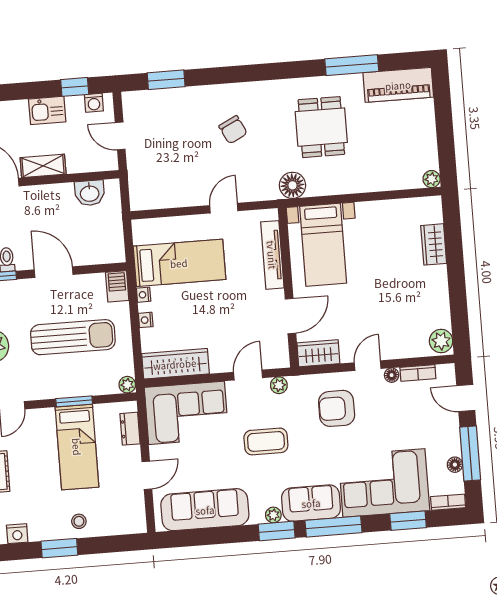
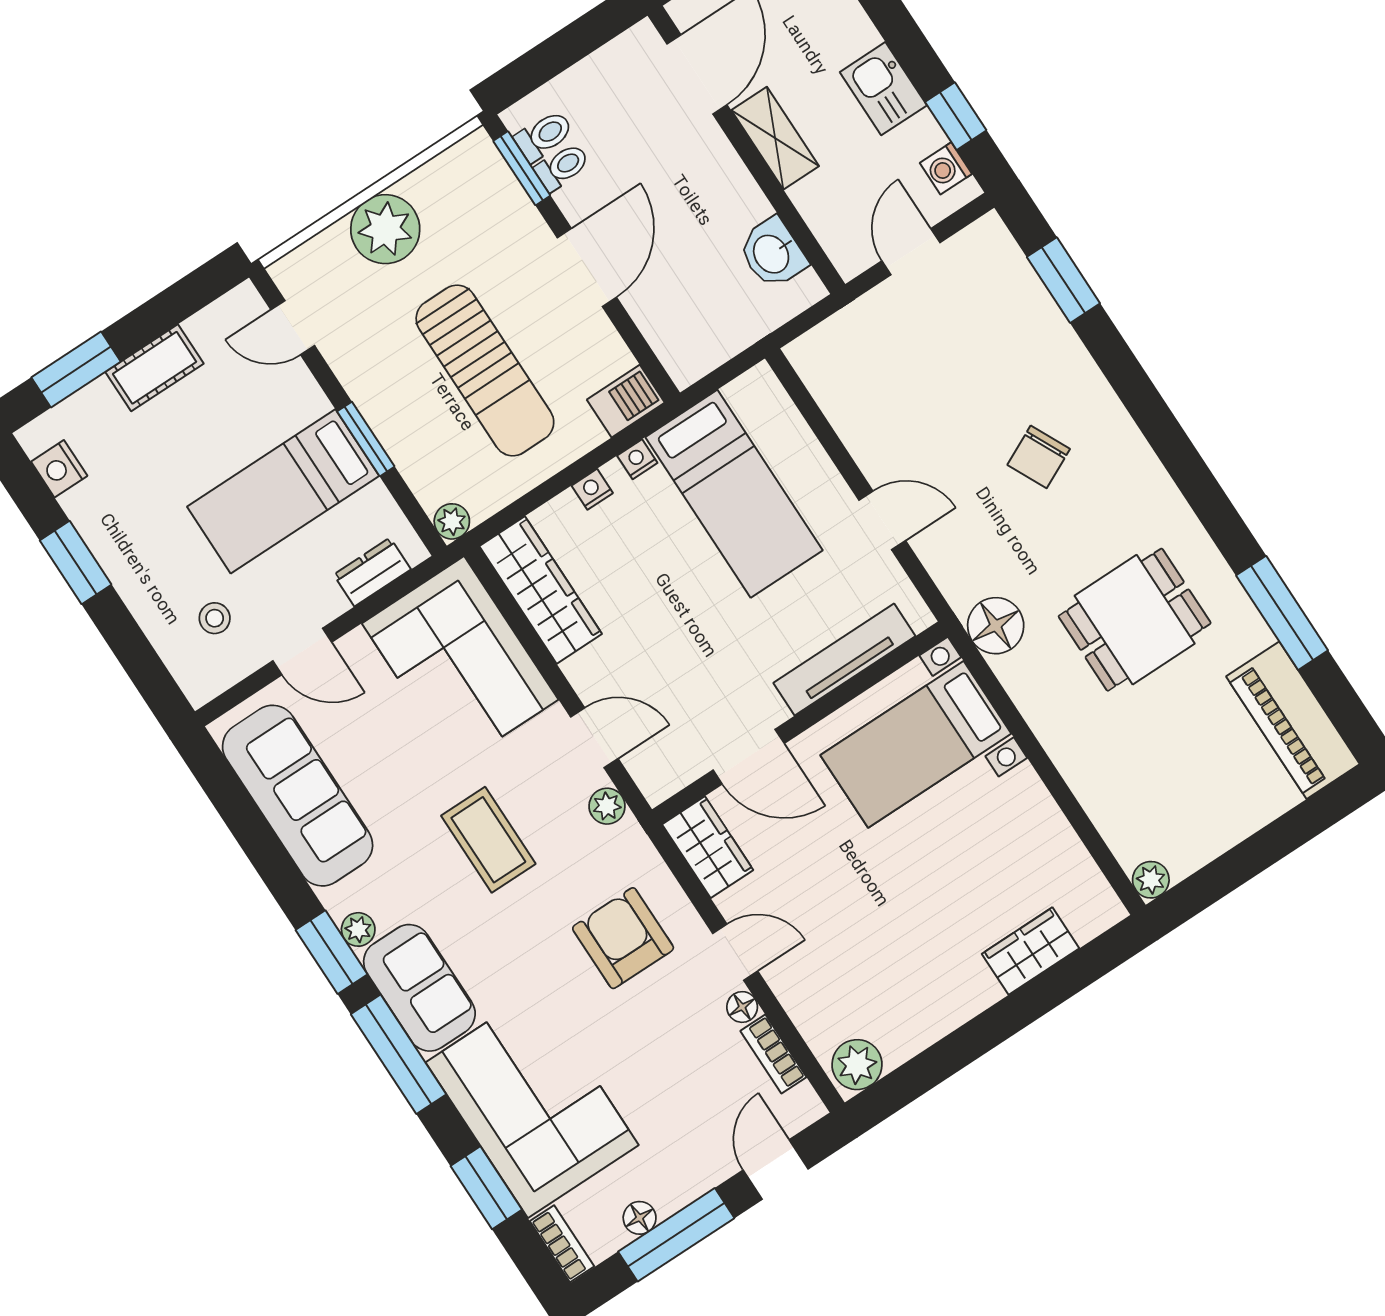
stool: (79, 521) -> (215, 618), moved

